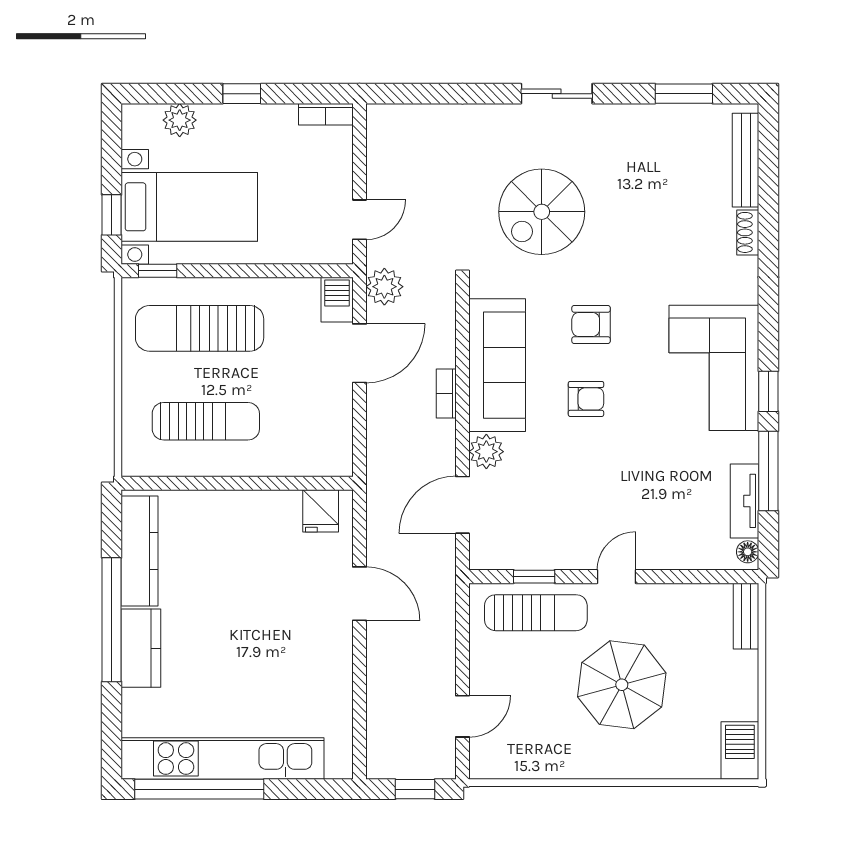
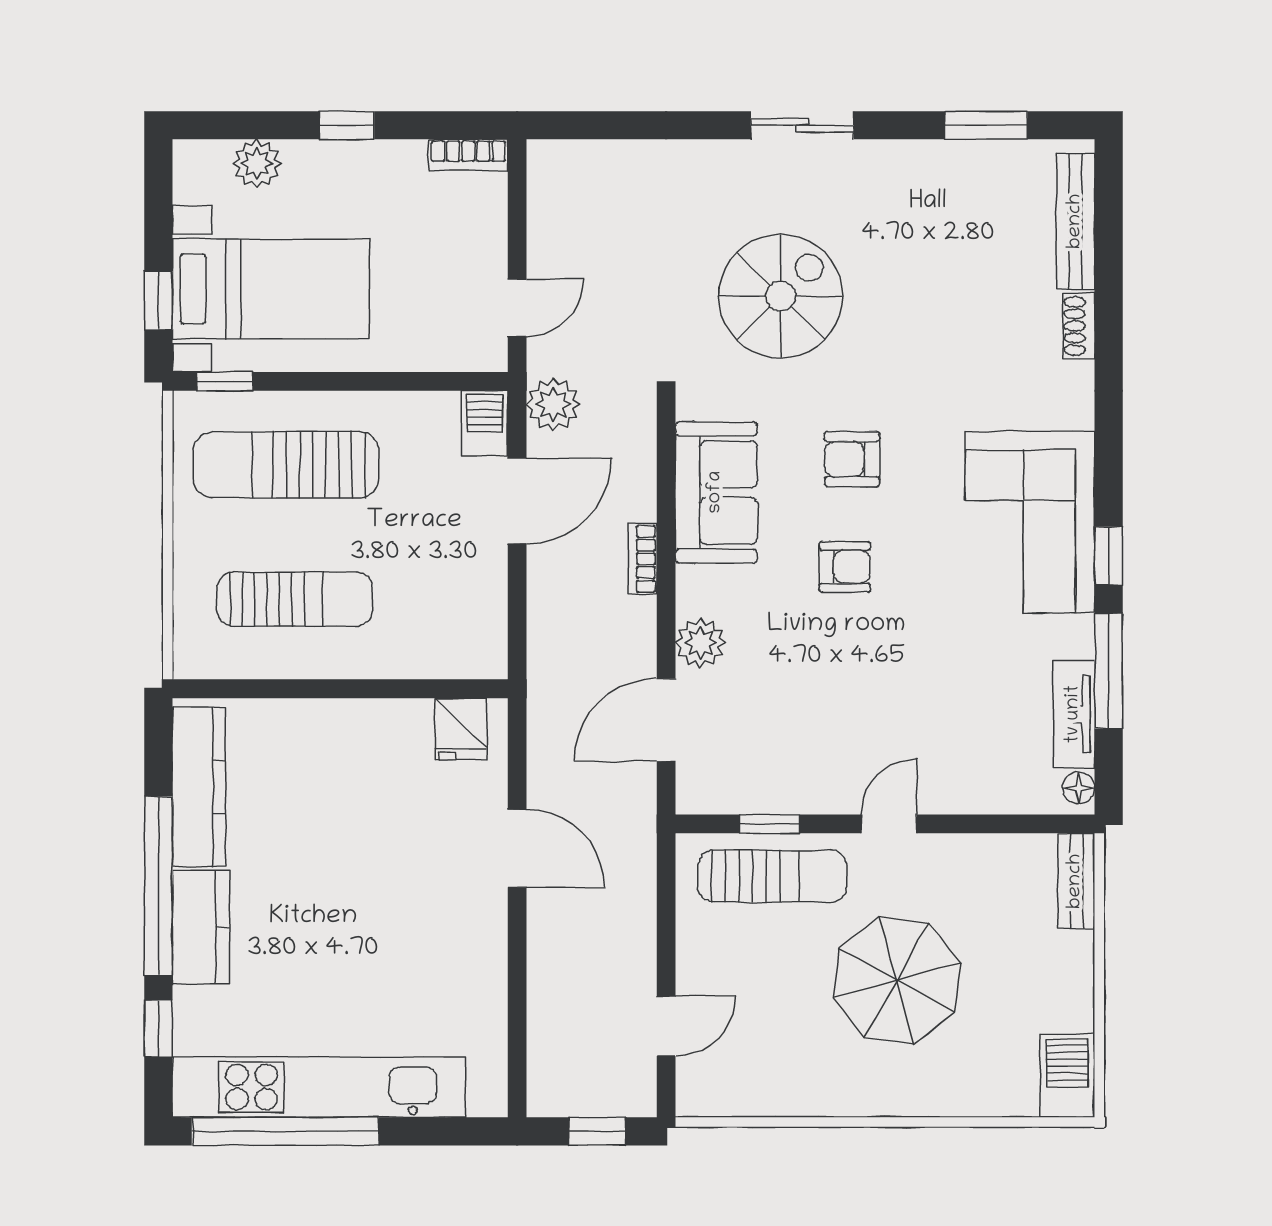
spiral stairs: (542, 212) -> (781, 296), turned 180
sofa: (497, 365) -> (716, 492), width x0.73
window: (112, 718) -> (158, 1029), added

